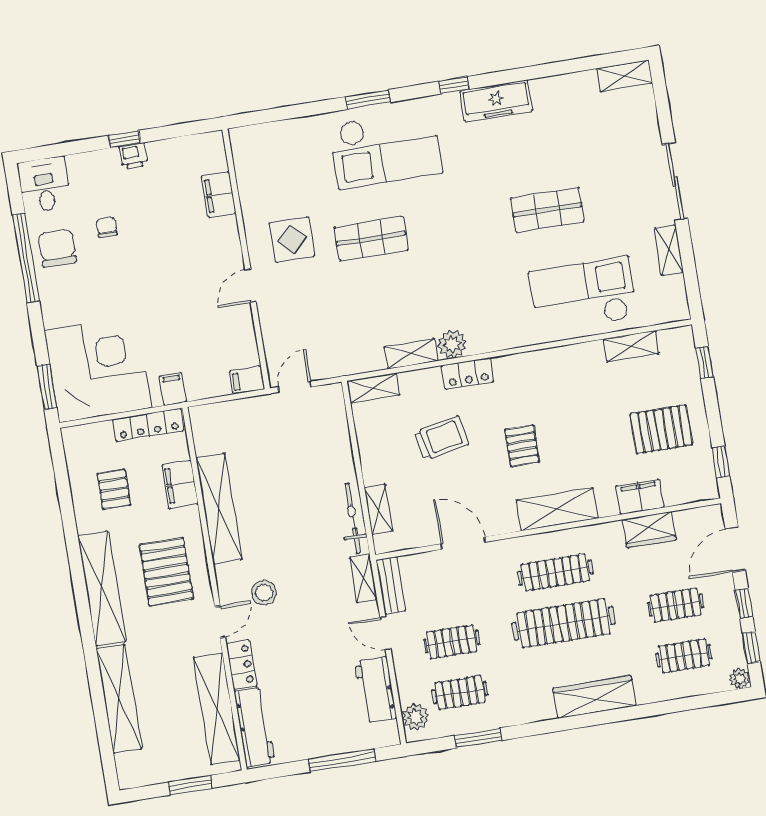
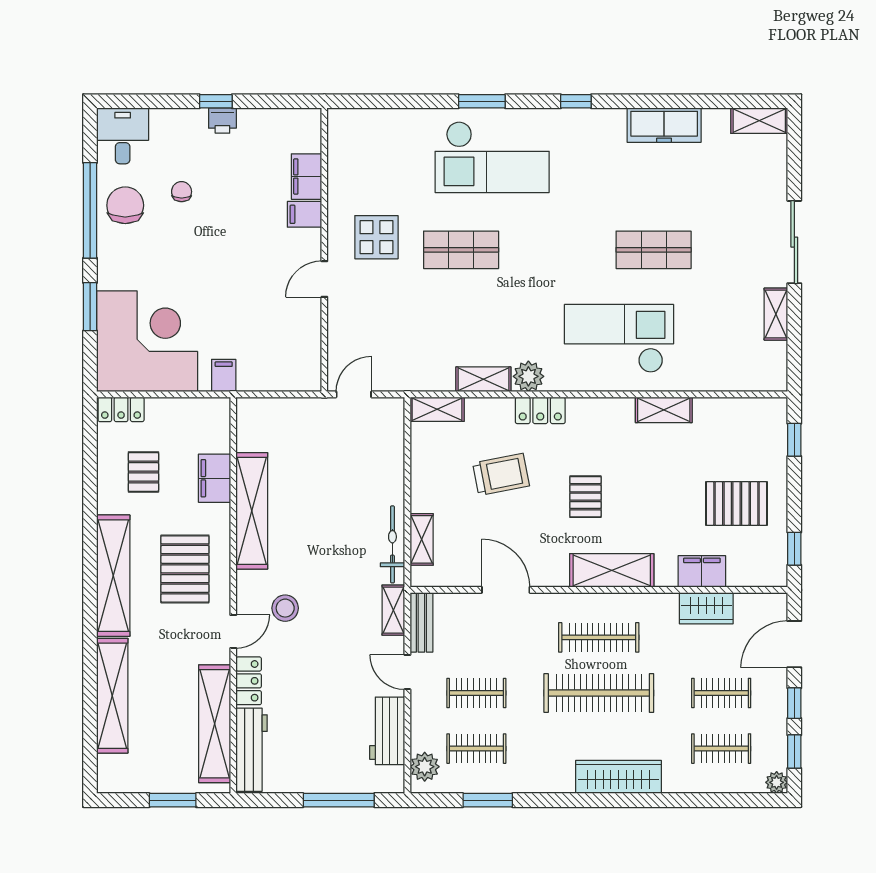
freezer: (496, 101) -> (664, 125), moved
checkout: (583, 295) -> (619, 338), moved
shelving: (631, 346) -> (664, 410), moved
filing cabinet: (247, 380) -> (304, 214), moved
window: (47, 387) -> (90, 307), moved
locker: (148, 425) -> (121, 409), moved, width x0.66

